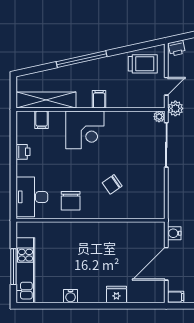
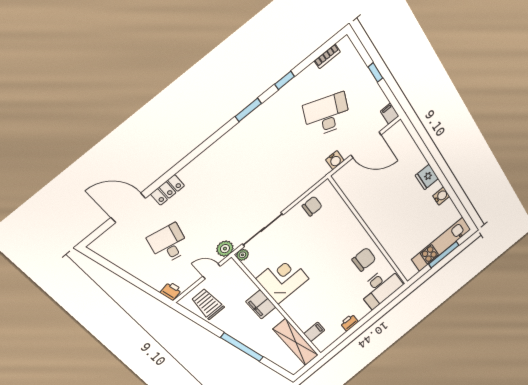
filing cabinet: (99, 99) -> (261, 304), width x2.00
corner desk: (85, 130) -> (282, 279), moved
chair: (112, 184) -> (312, 206), moved, turned -55
fridge: (116, 295) -> (427, 177), moved

